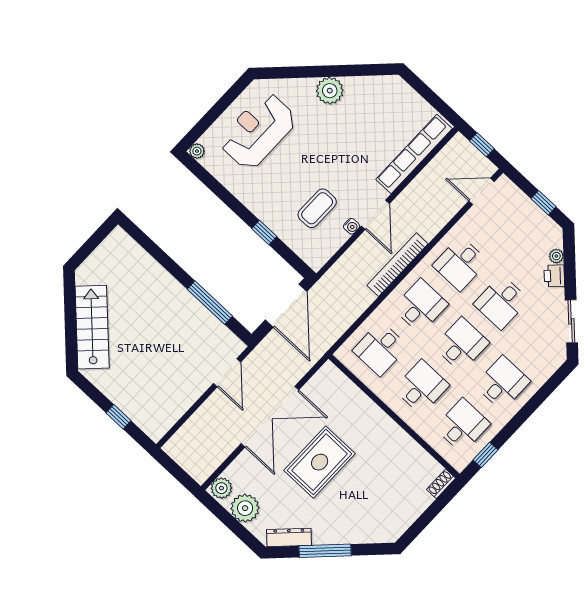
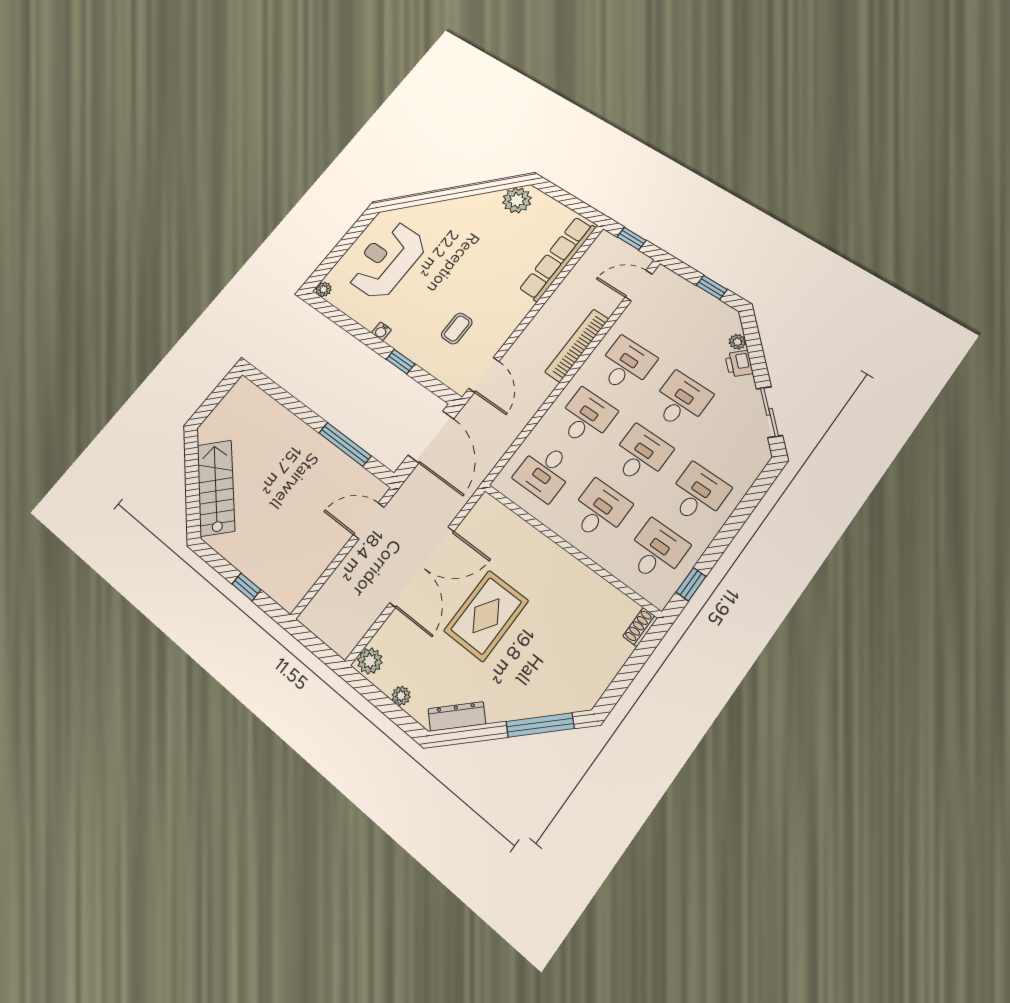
plant: (330, 91) -> (517, 200), moved
coffee table: (317, 208) -> (457, 329), width x0.73, depth x0.77
door: (375, 215) -> (484, 375), moved
water cooler: (351, 226) -> (381, 331), moved, turned 90
desk: (460, 263) -> (626, 365), turned 180
bookcase: (397, 265) -> (577, 345), moved
desk: (501, 302) -> (681, 401), turned 180
door: (227, 373) -> (369, 521), swing flipped
plant: (245, 508) -> (401, 696), width x0.53, depth x0.53
window: (325, 551) -> (540, 725), moved

